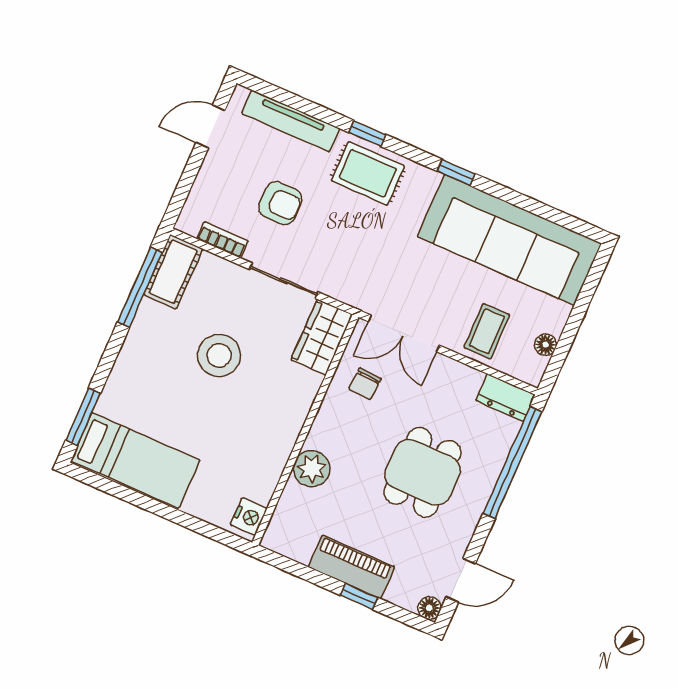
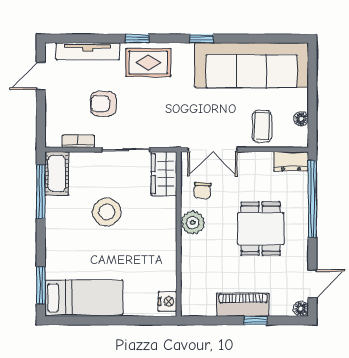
armchair: (280, 203) -> (103, 104), turned 180
plant: (312, 469) -> (193, 222), moved

